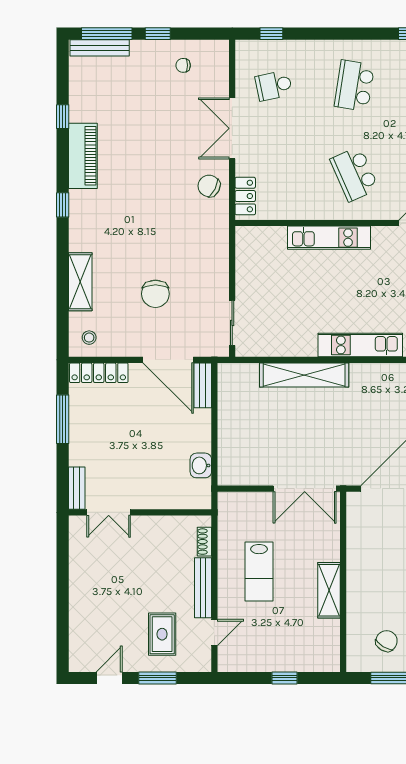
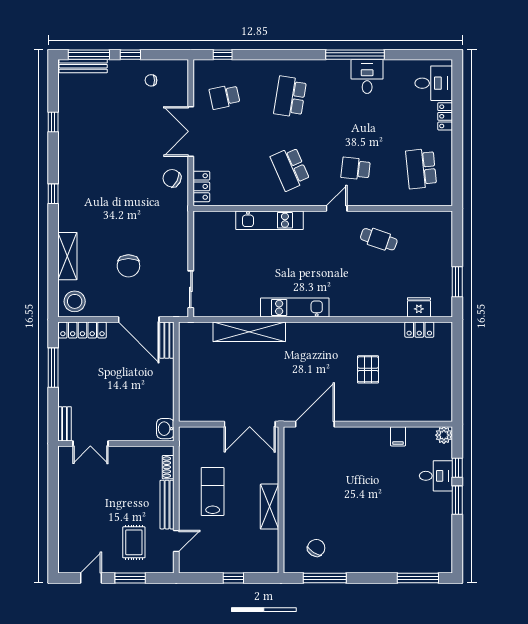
piano: (83, 156) -> (70, 154), removed
stool: (89, 338) -> (75, 301), width x1.89, depth x1.89
washbasin: (201, 465) -> (165, 429), moved
lab bench: (259, 572) -> (213, 491), turned 180

